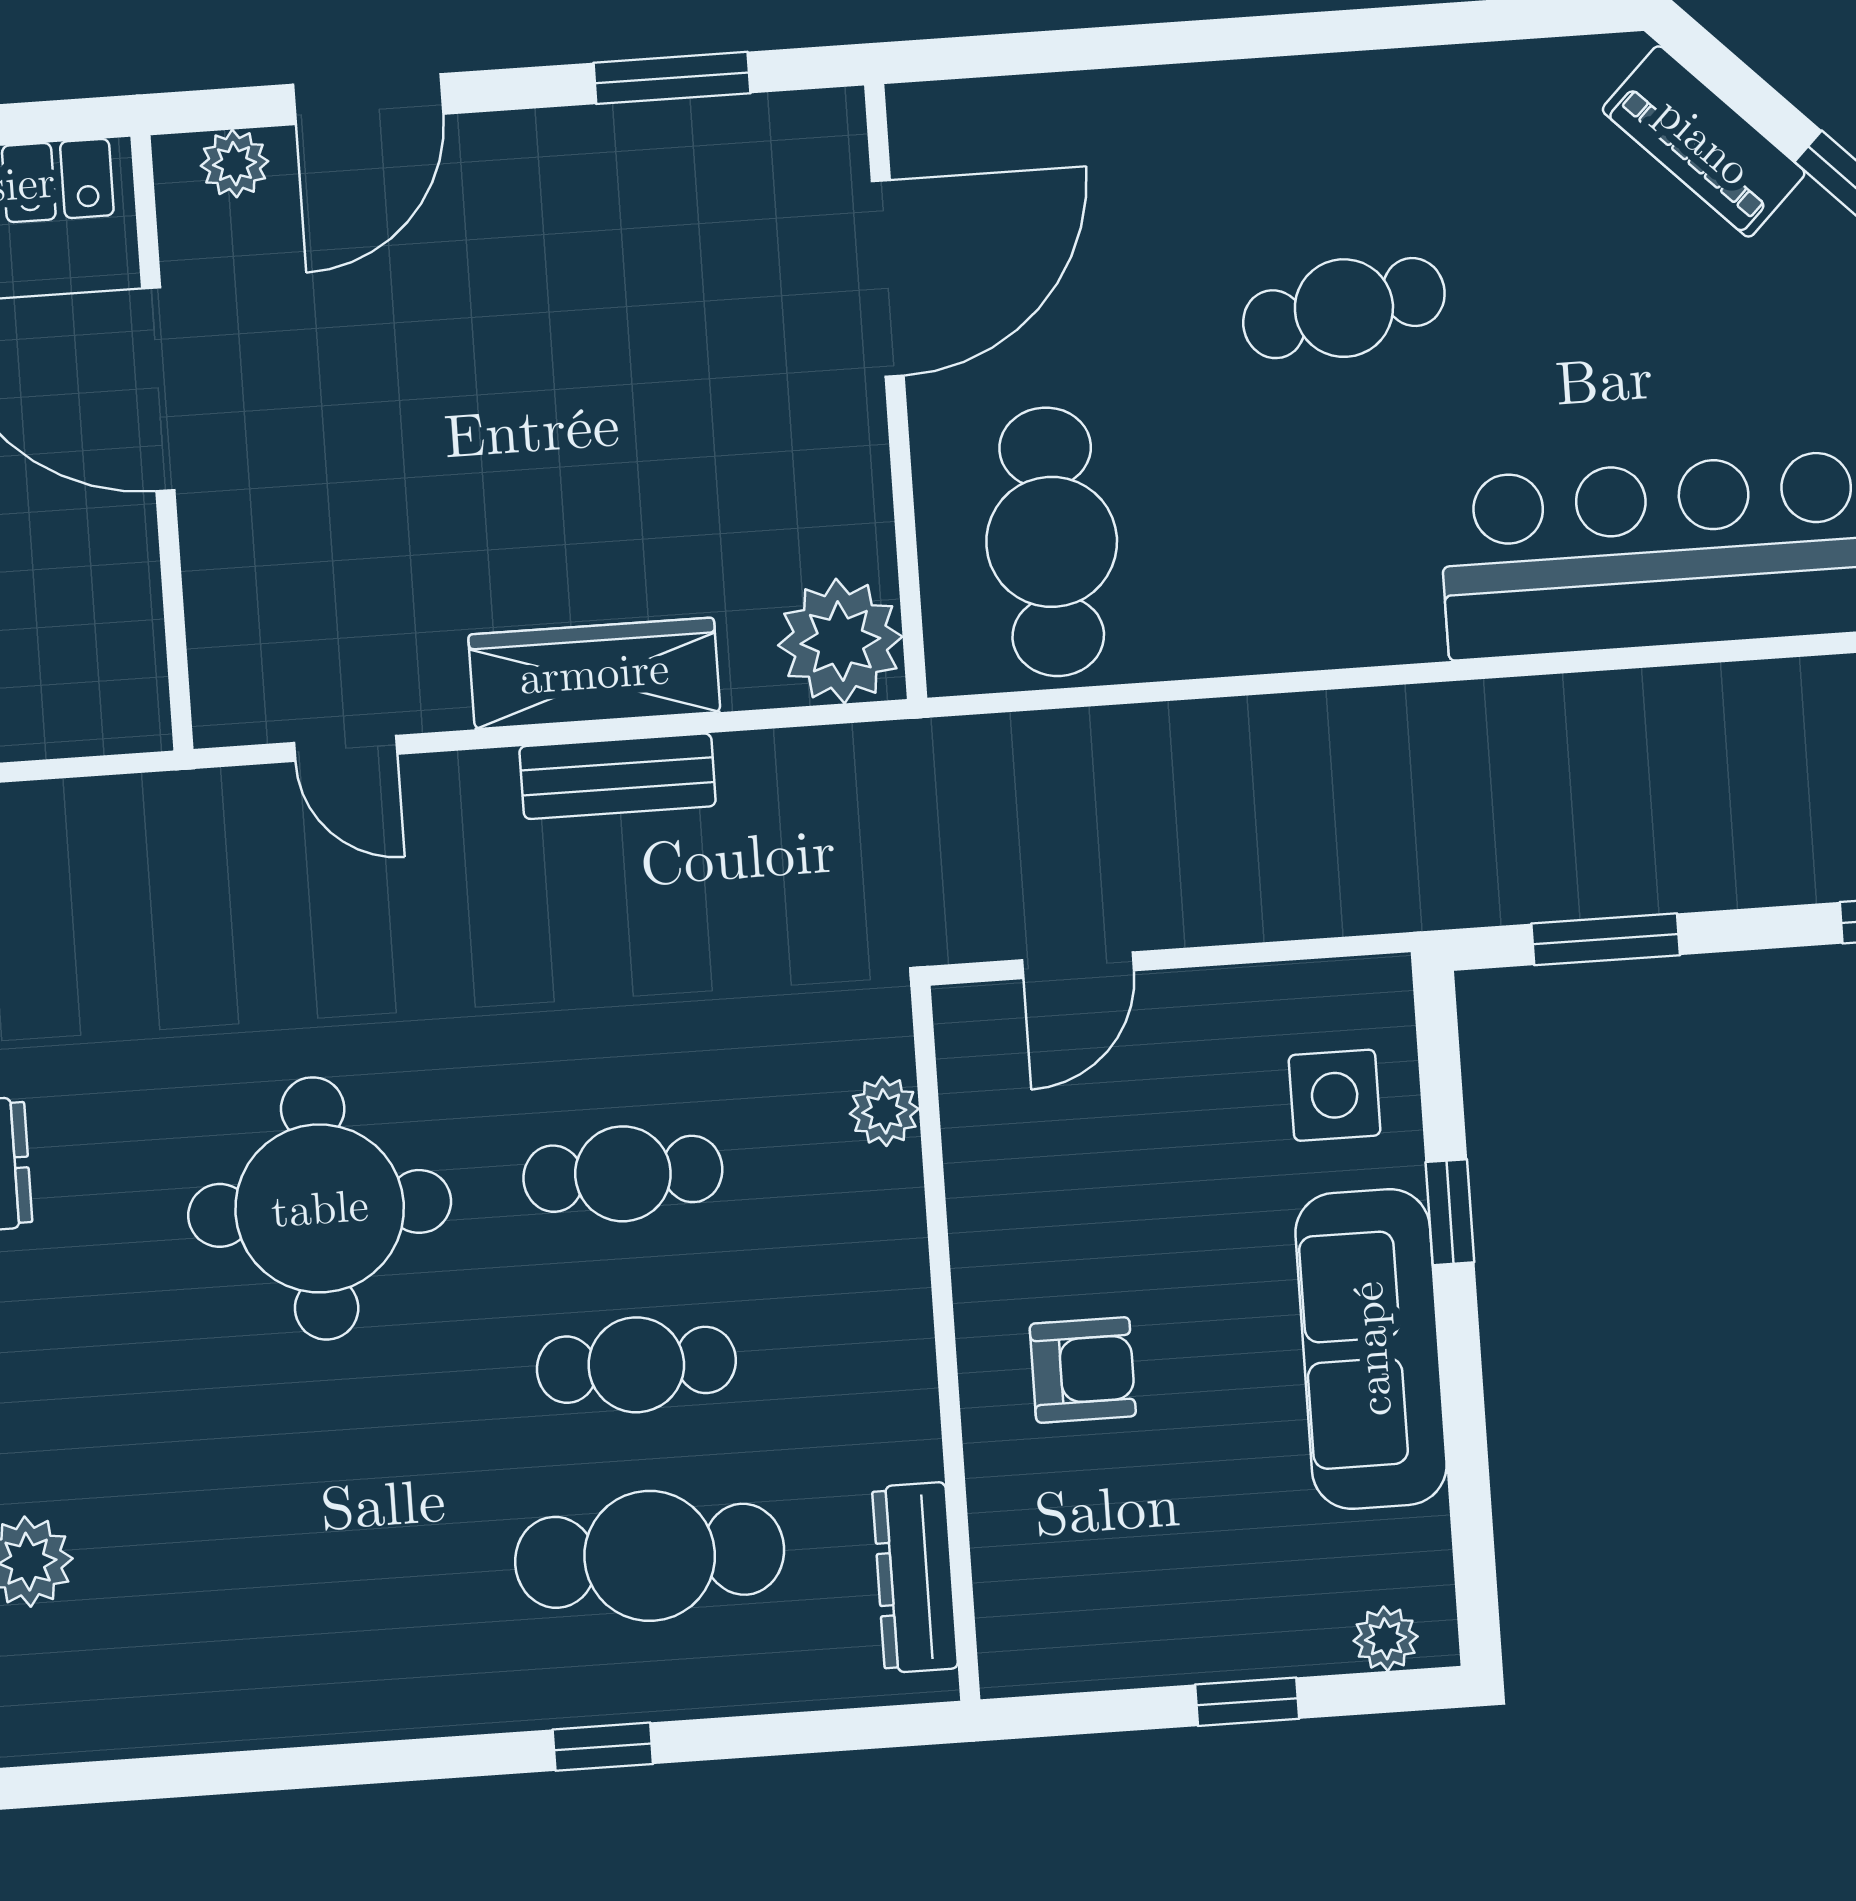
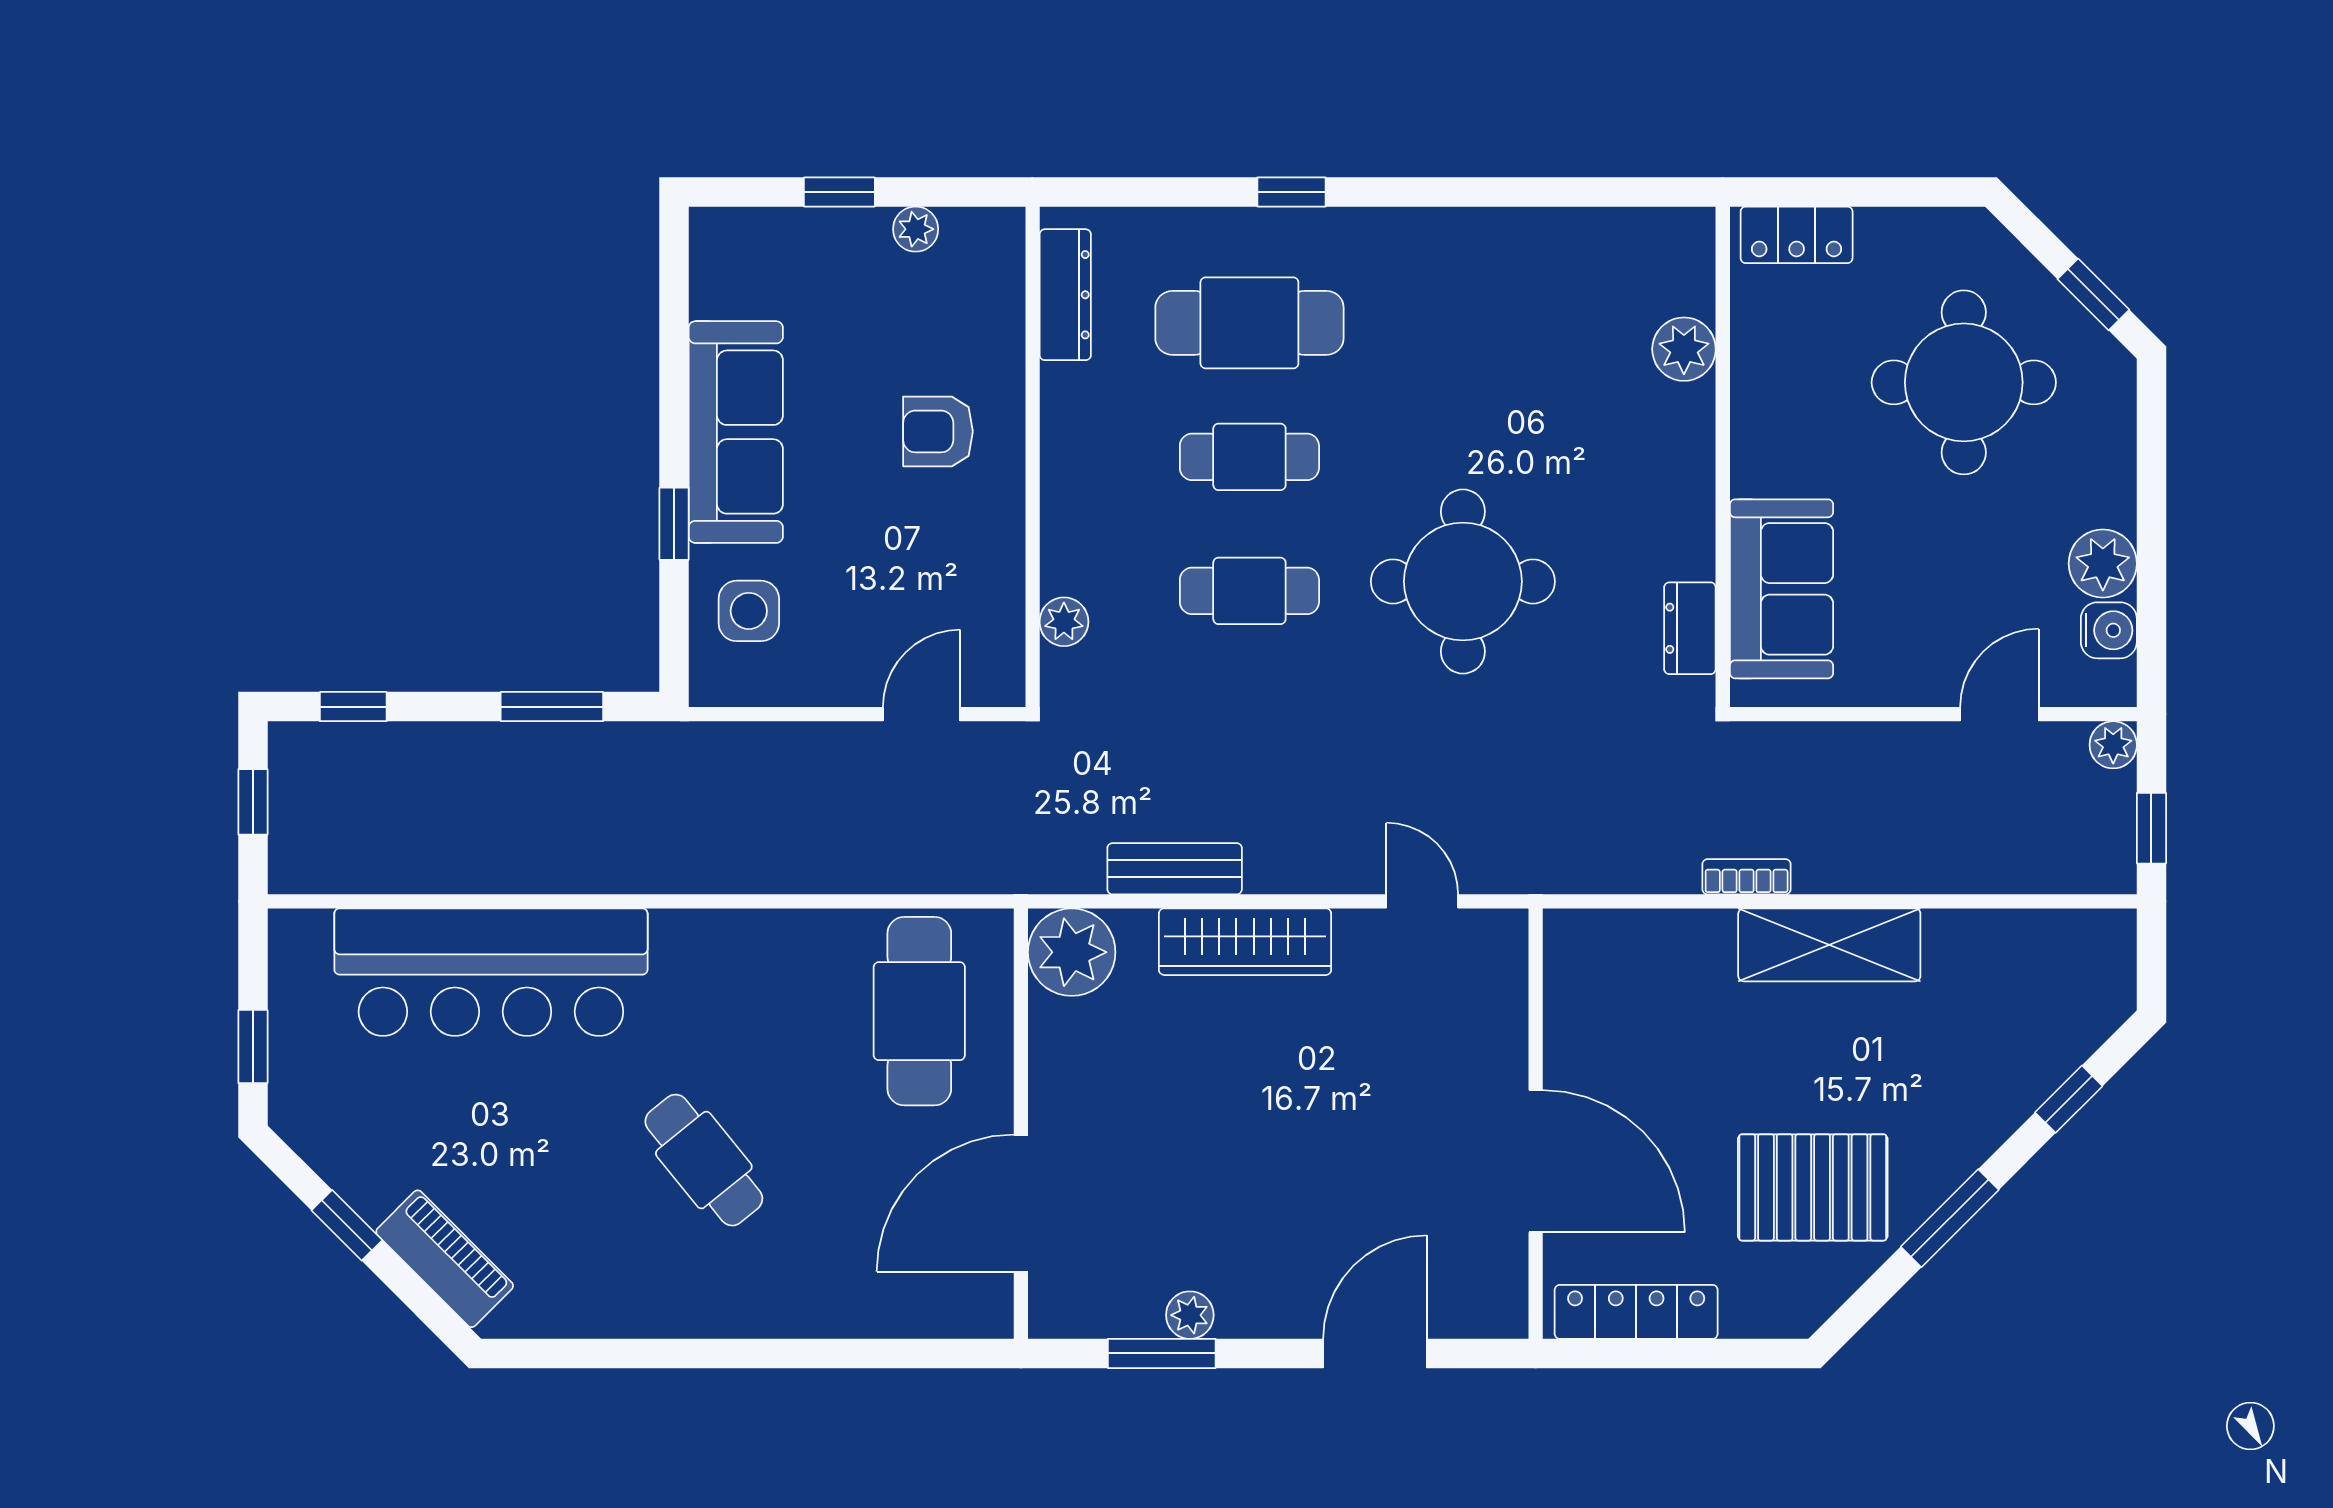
plant: (235, 164) -> (1190, 1315), moved
cafe table: (1344, 308) -> (704, 1160), turned 60
bench: (618, 776) -> (1175, 869), moved
plant: (1386, 1639) -> (916, 229), moved

